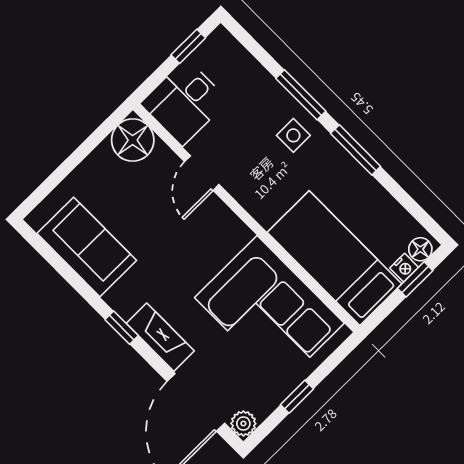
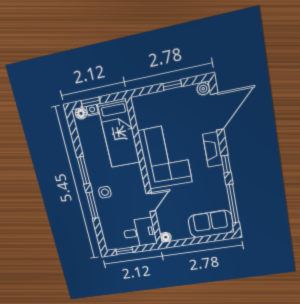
floor lamp: (133, 140) -> (166, 237), width x0.53, depth x0.53
sofa: (87, 247) -> (211, 224), moved, turned 90
window: (62, 268) -> (233, 204), added
corner sofa: (269, 310) -> (165, 156), moved

